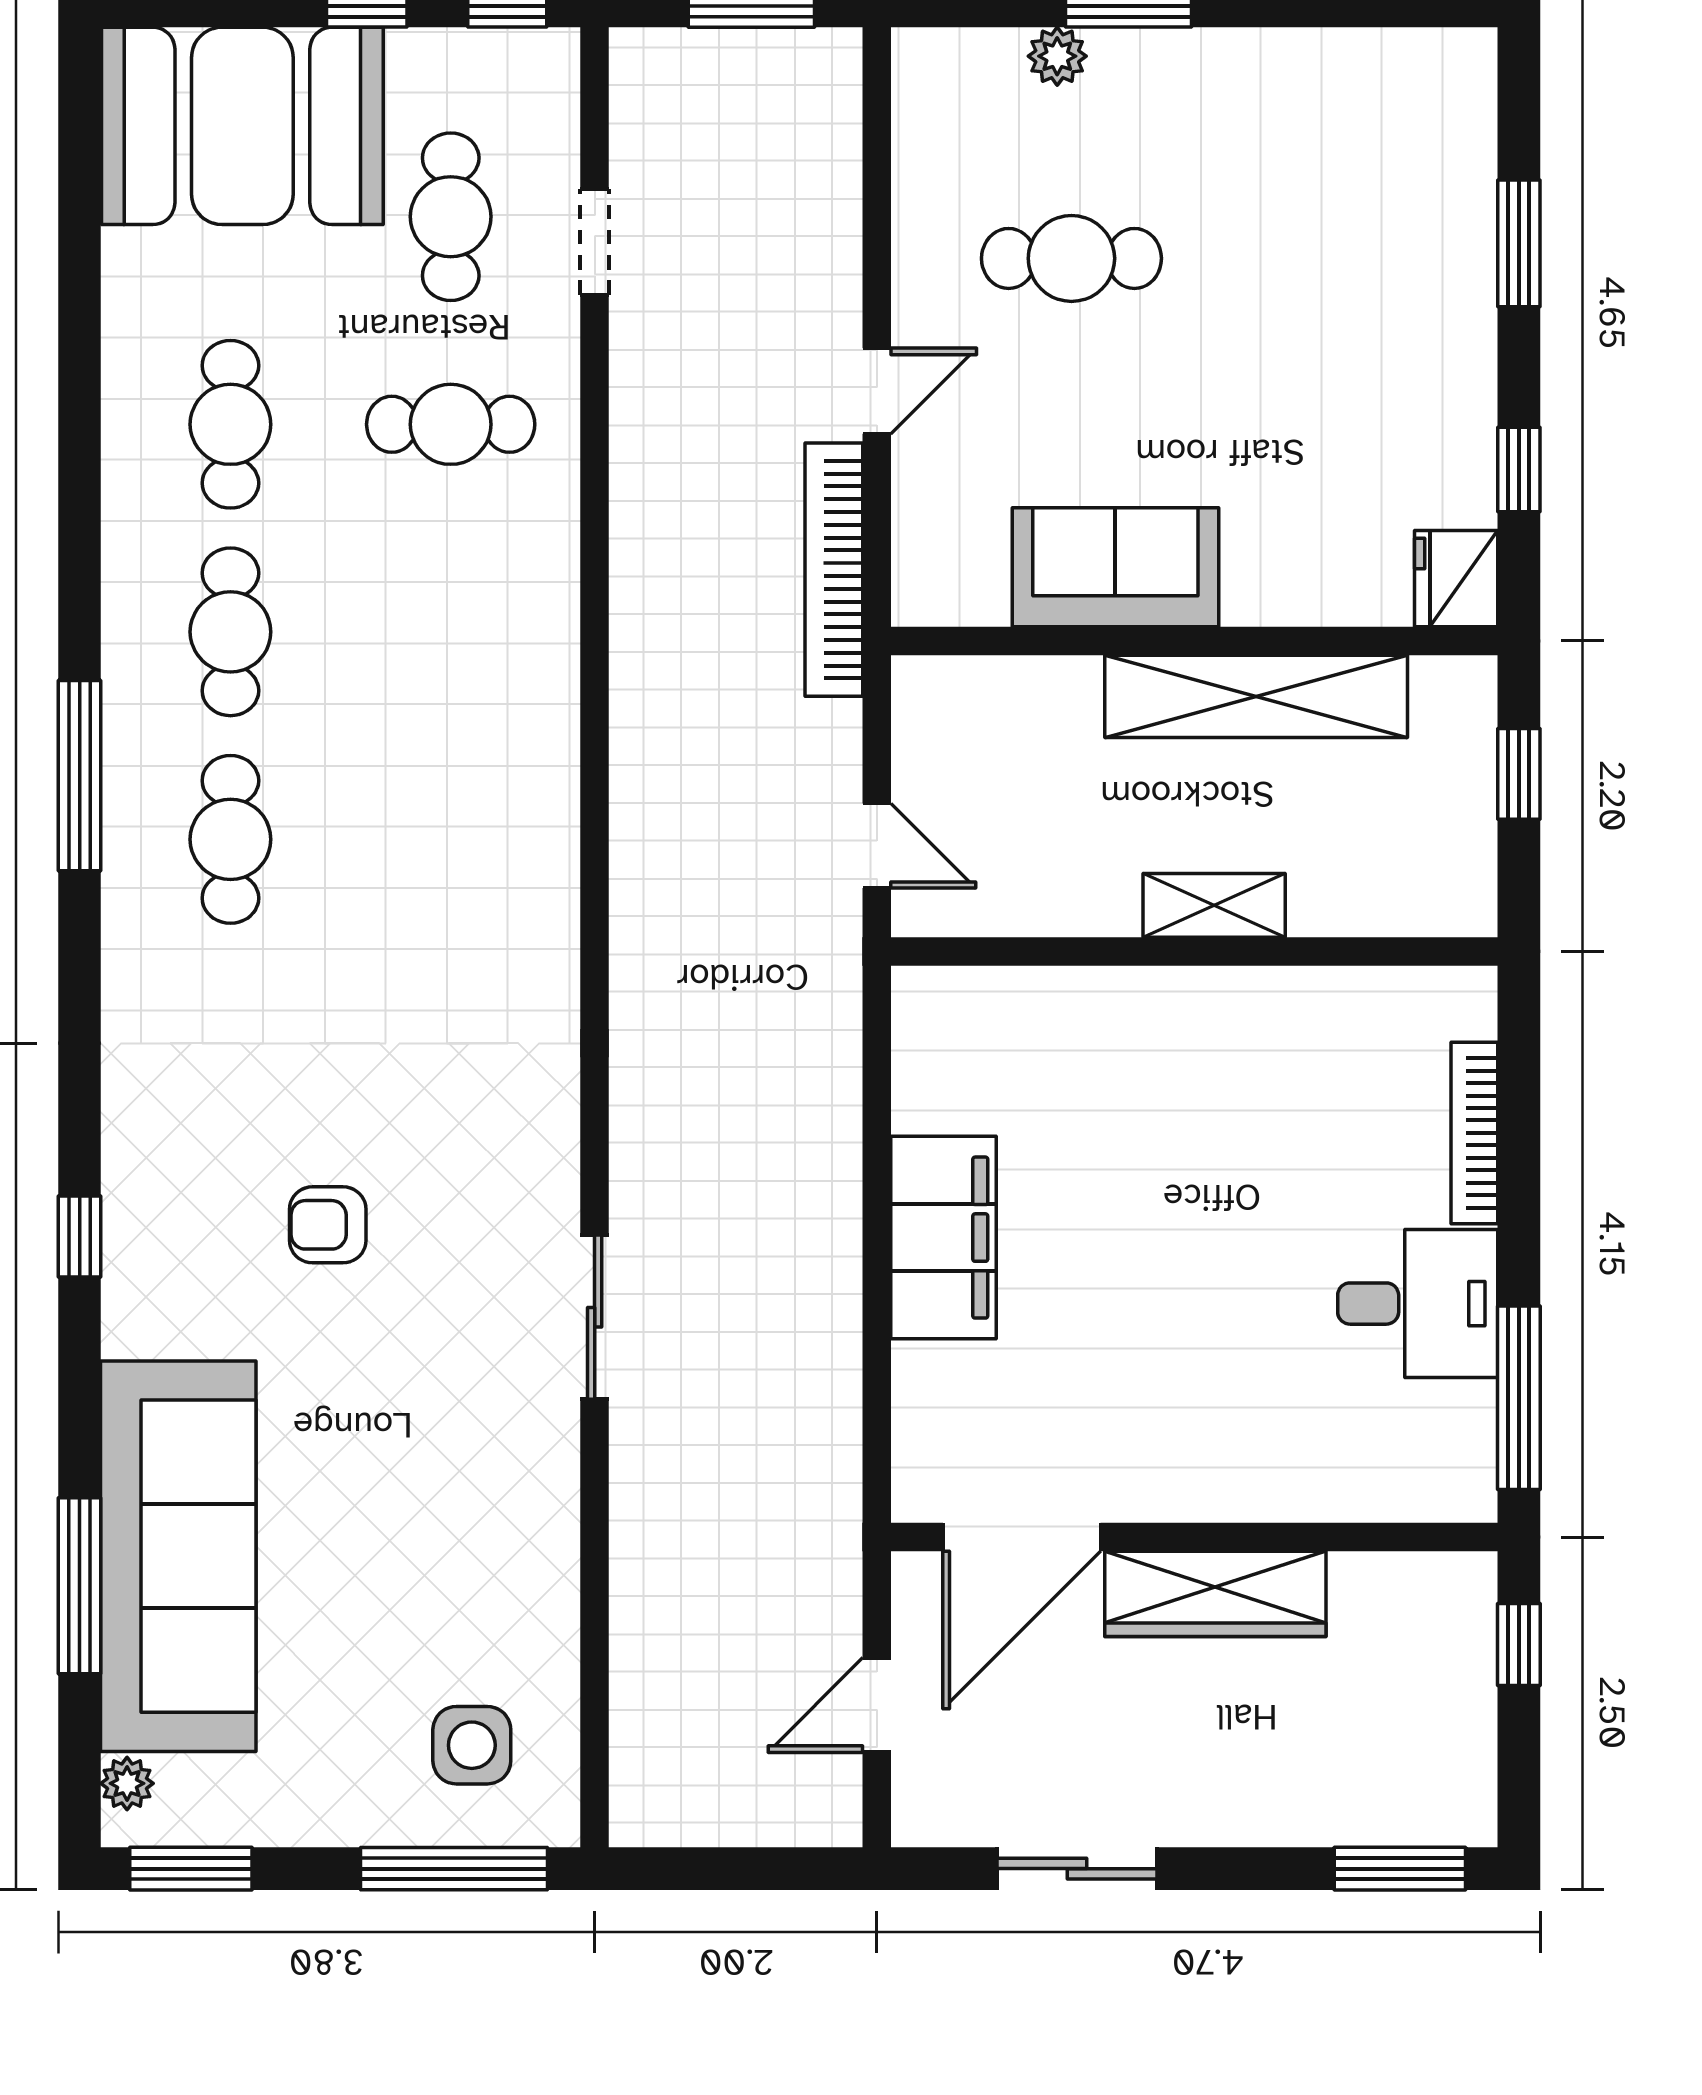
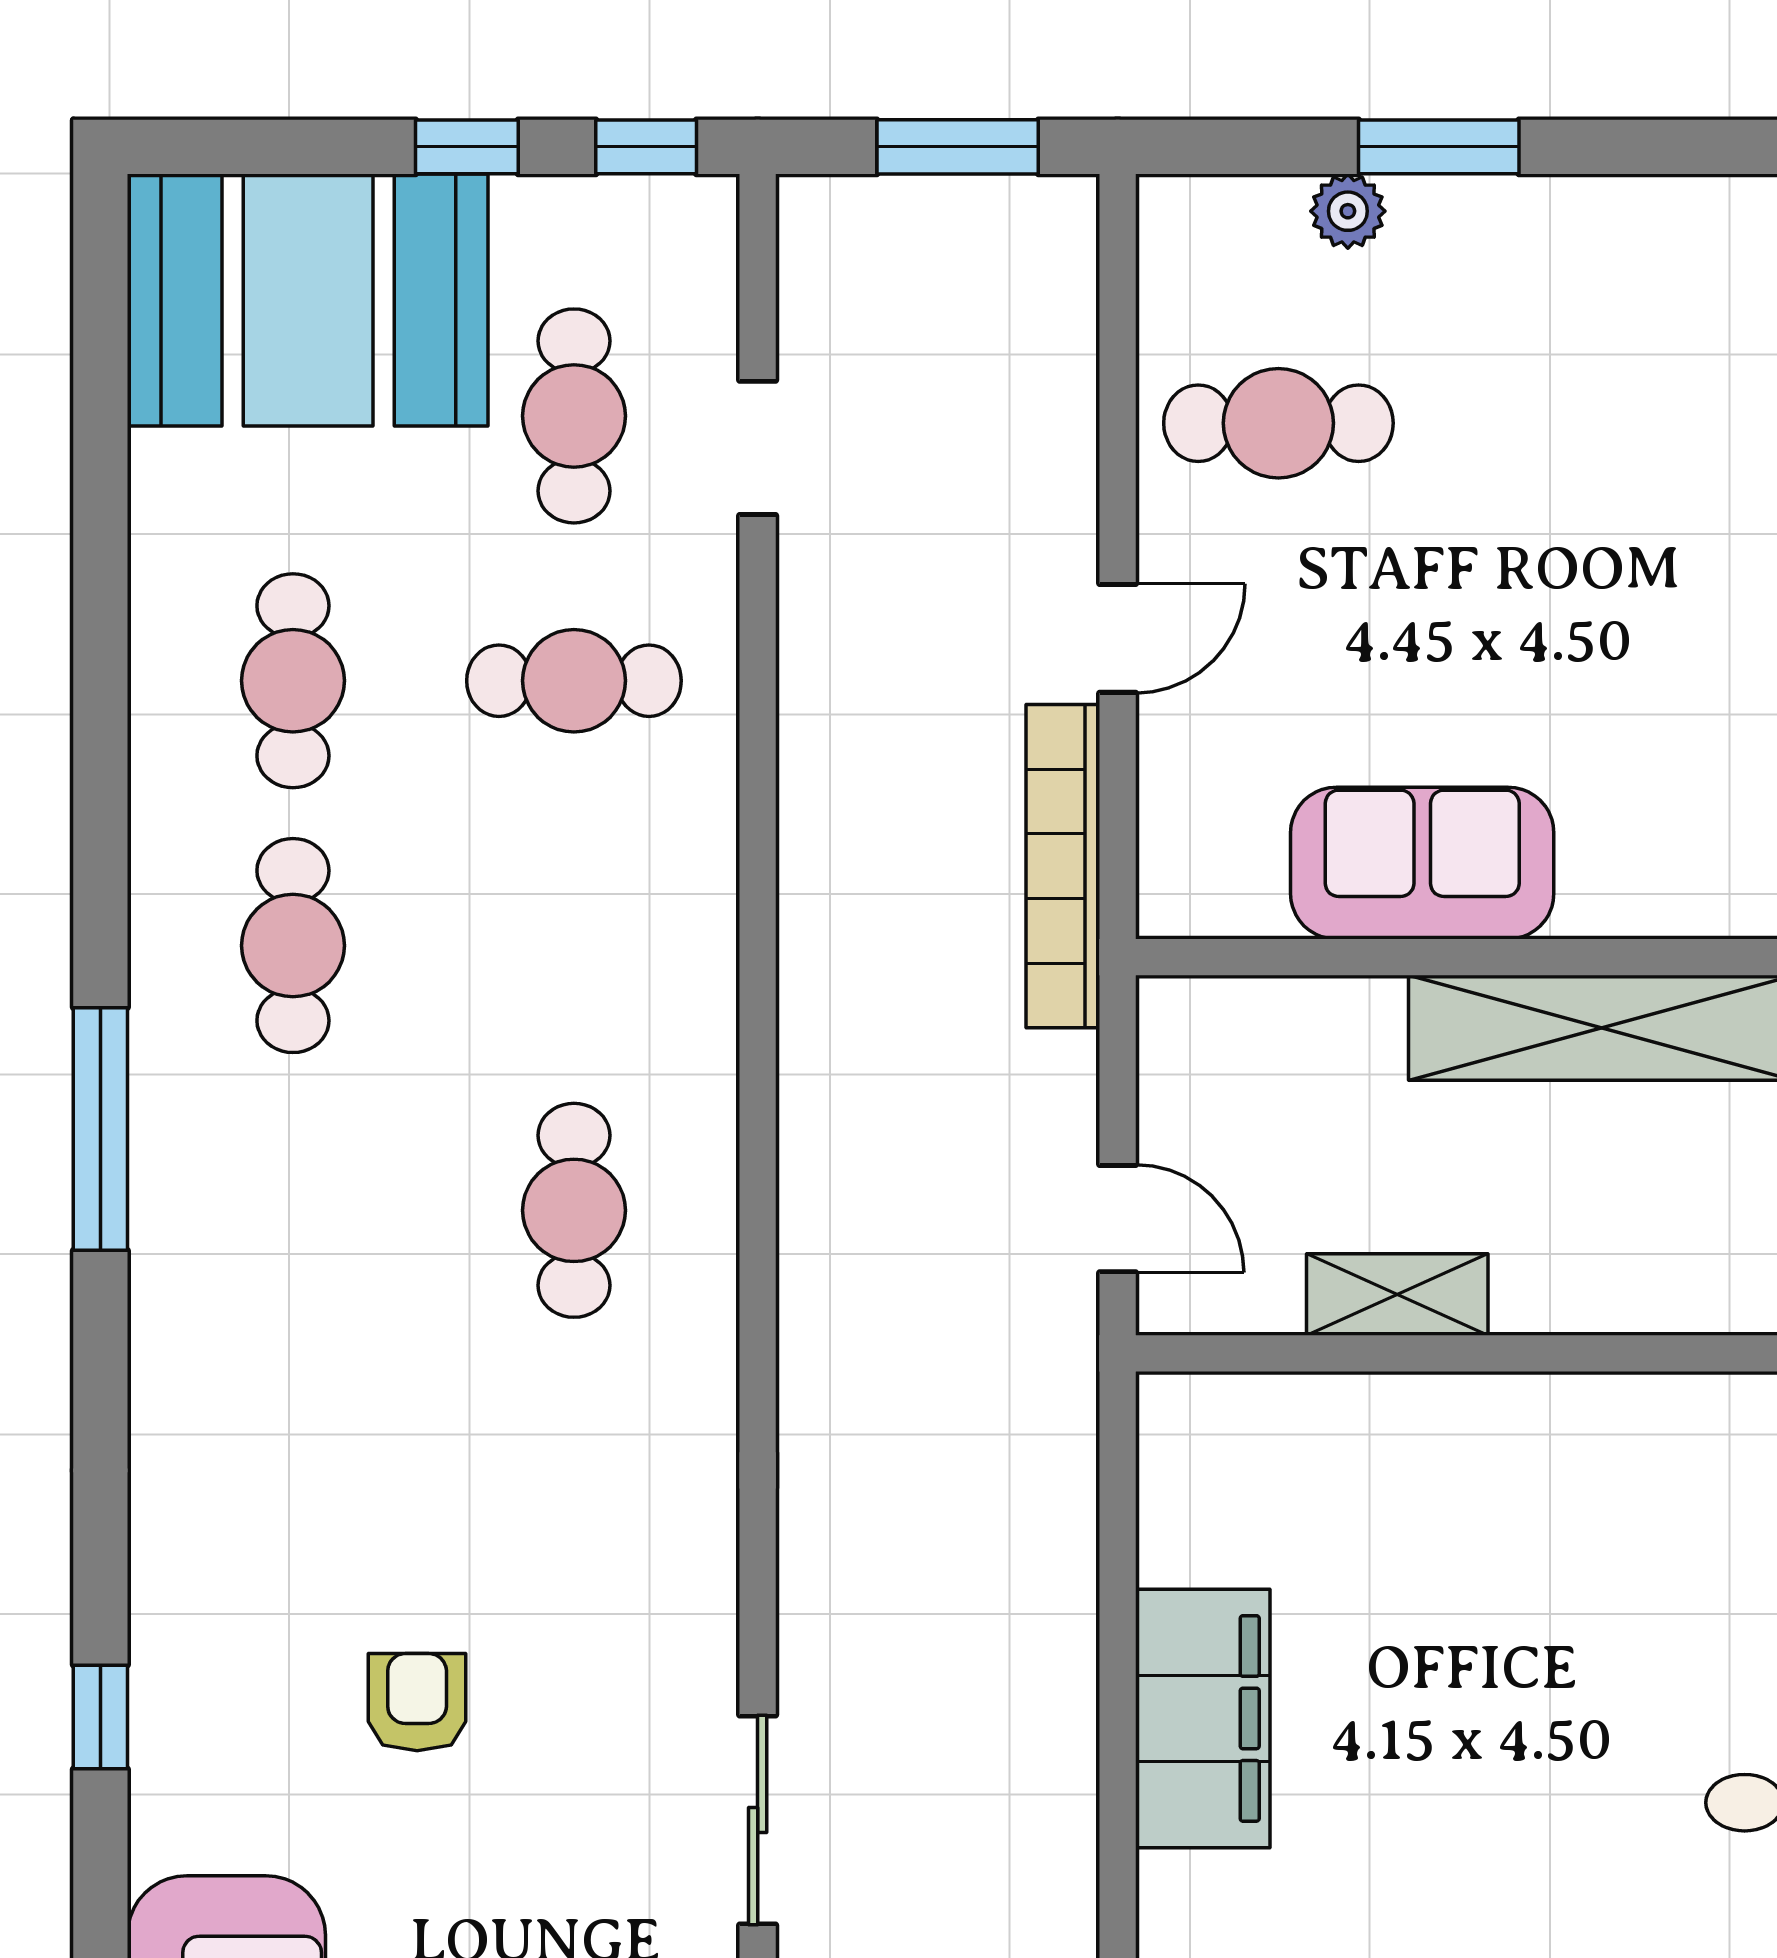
cafe table: (1071, 258) -> (1278, 423), moved
cafe table: (230, 839) -> (574, 1210), moved
shelving: (1214, 905) -> (1397, 1295), moved
armchair: (328, 1225) -> (417, 1702), turned 90

